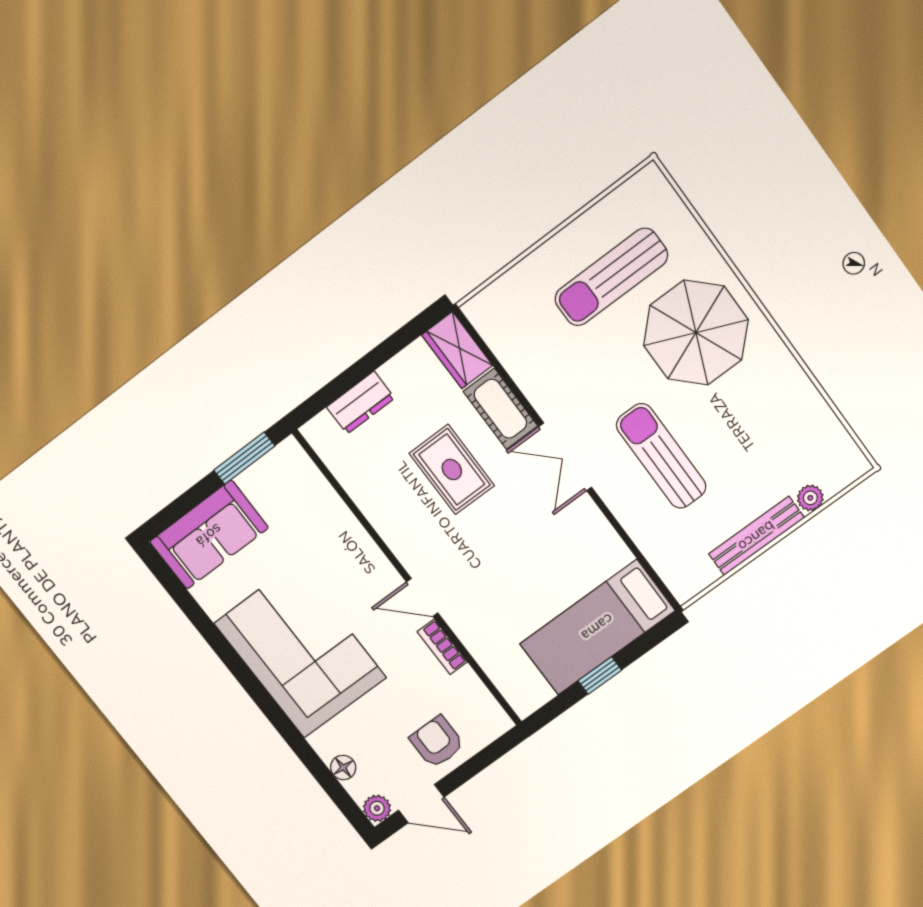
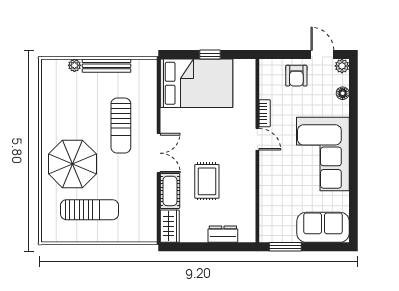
bed: (597, 627) -> (197, 83), width x1.50

